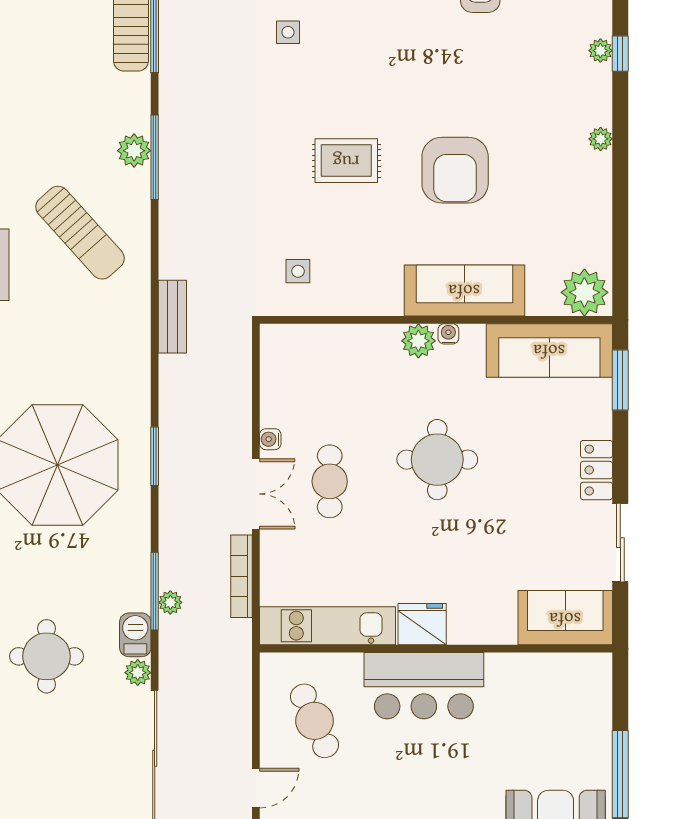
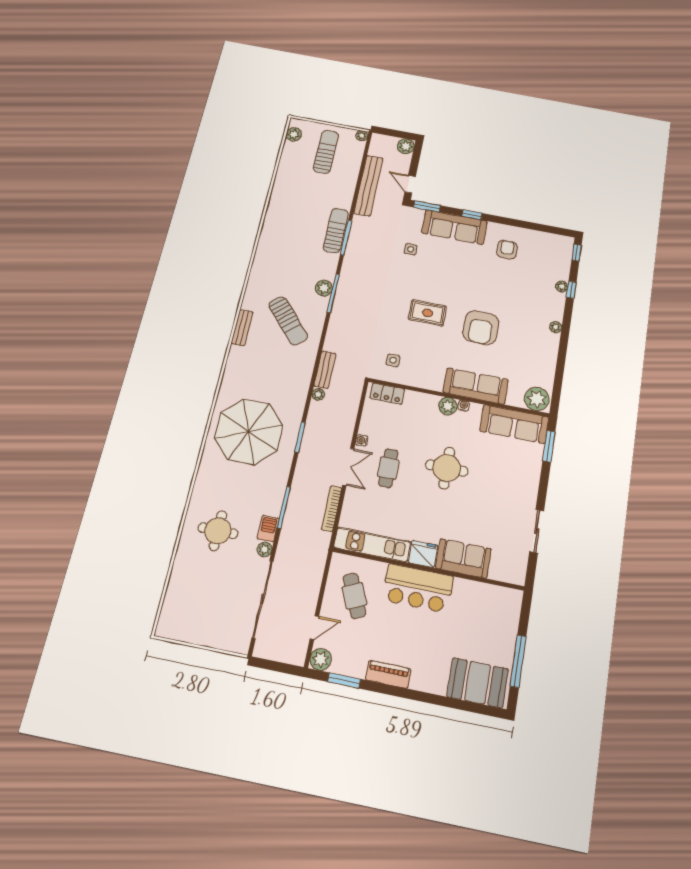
locker: (597, 470) -> (387, 394), moved, turned -90
plant: (170, 602) -> (318, 394), moved
sofa: (565, 618) -> (463, 558), moved

